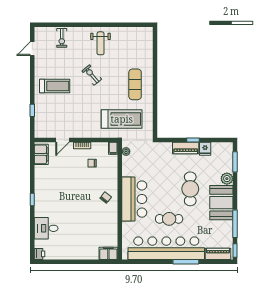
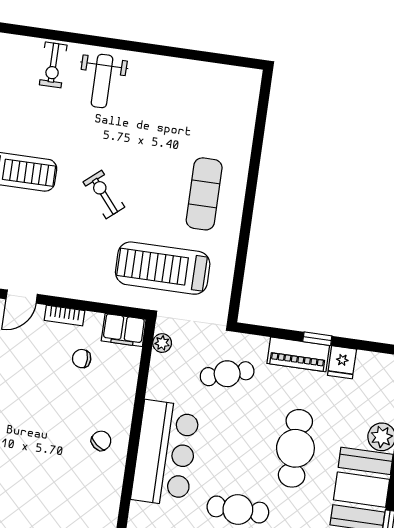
weight bench: (101, 43) -> (102, 81), moved
exercise bike: (92, 75) -> (104, 194), moved
treadmill: (122, 119) -> (163, 268), turned 180
filing cabinet: (113, 148) -> (124, 330), width x2.00
cafe table: (156, 161) -> (227, 374), added

